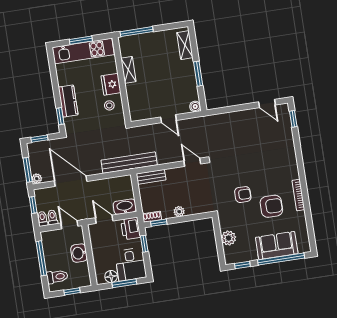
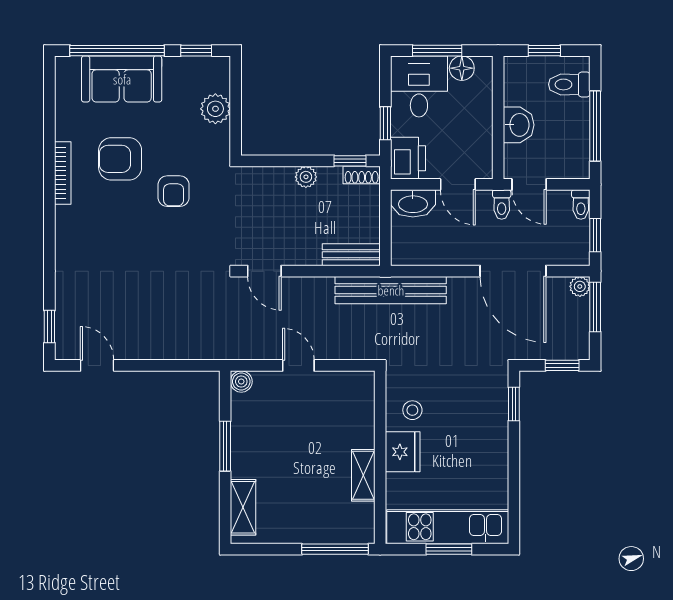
kitchen counter: (68, 101) -> (493, 432), removed
armchair: (243, 195) -> (174, 191), turned -90
toilet: (52, 217) -> (502, 204), moved

